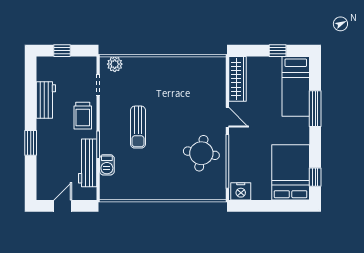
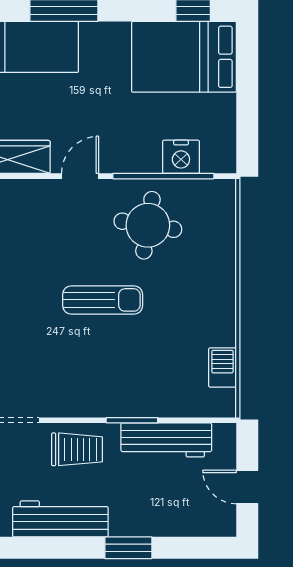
workbench: (46, 100) -> (60, 519), width x1.38
sun lounger: (138, 127) -> (103, 300), moved
barbecue: (107, 165) -> (222, 368), moved, turned -90
nightstand: (241, 191) -> (181, 157), moved, turned 90

